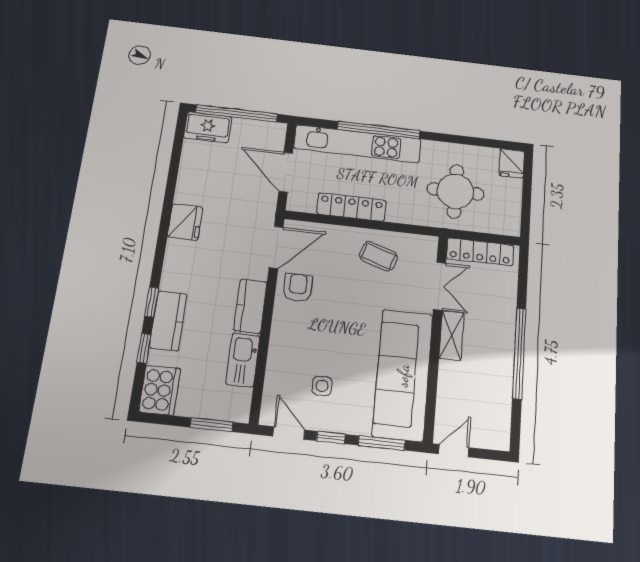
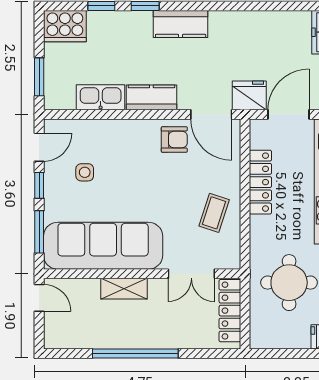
fridge: (185, 222) -> (249, 95), moved, turned 180
kitchen counter: (168, 321) -> (181, 24), moved
shelving: (452, 336) -> (124, 289), moved

